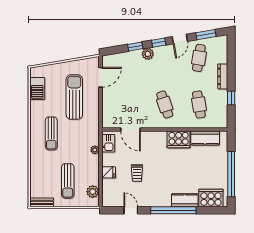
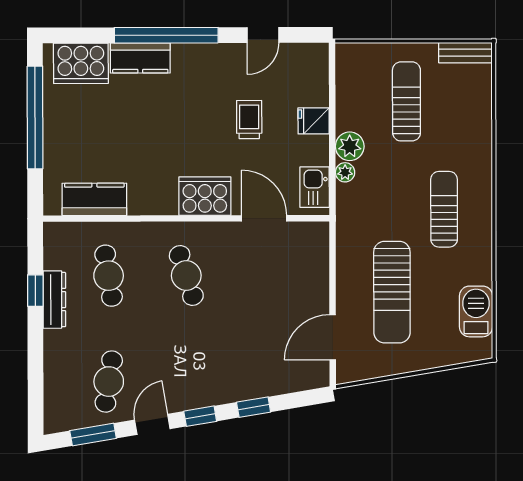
plant: (148, 54) -> (225, 390), removed
dresser: (223, 76) -> (54, 300), moved
cooker: (179, 139) -> (205, 196), moved
plant: (93, 192) -> (350, 146), moved
door: (131, 210) -> (263, 35), hinge flipped

